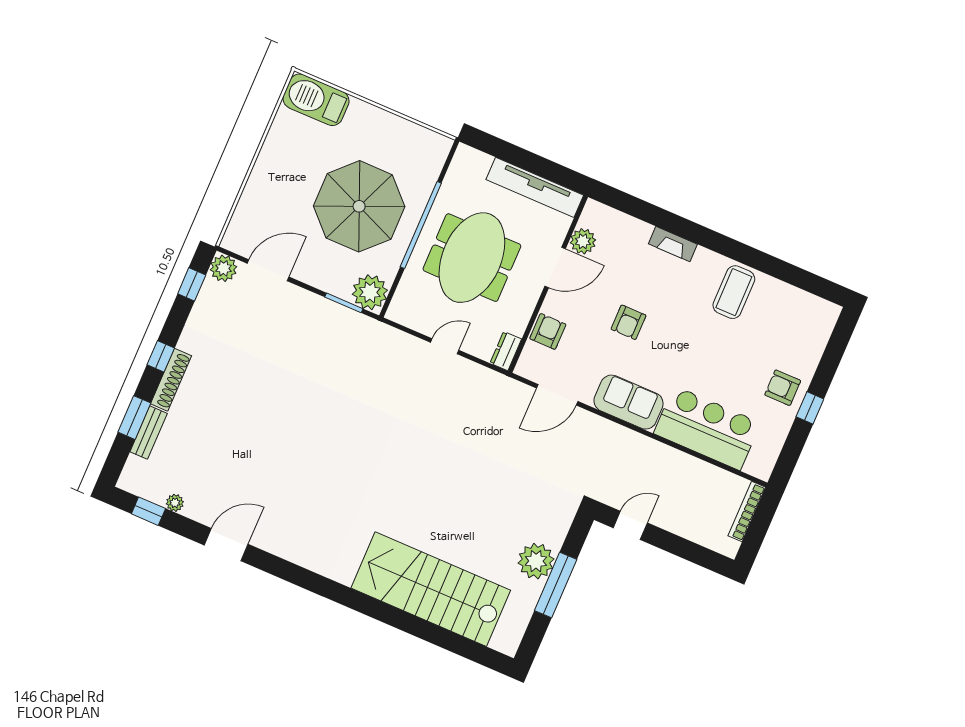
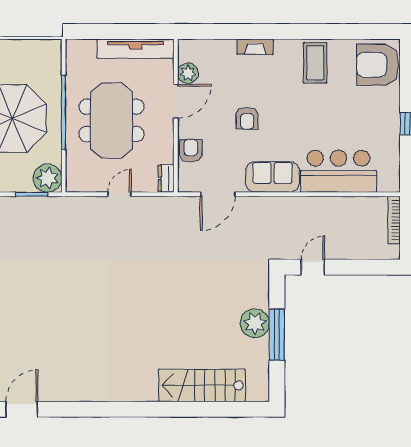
armchair: (783, 388) -> (377, 65), moved, width x1.88, depth x1.88
stairs: (431, 589) -> (202, 385), width x0.73, depth x0.66

